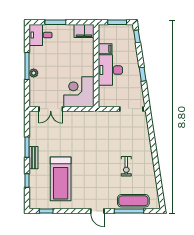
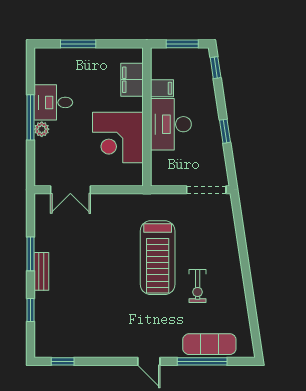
filing cabinet: (84, 31) -> (132, 80), moved, turned 90
desk: (41, 35) -> (53, 102), moved
corner desk: (79, 92) -> (118, 137), moved, turned -90
treadmill: (61, 179) -> (158, 258), moved

